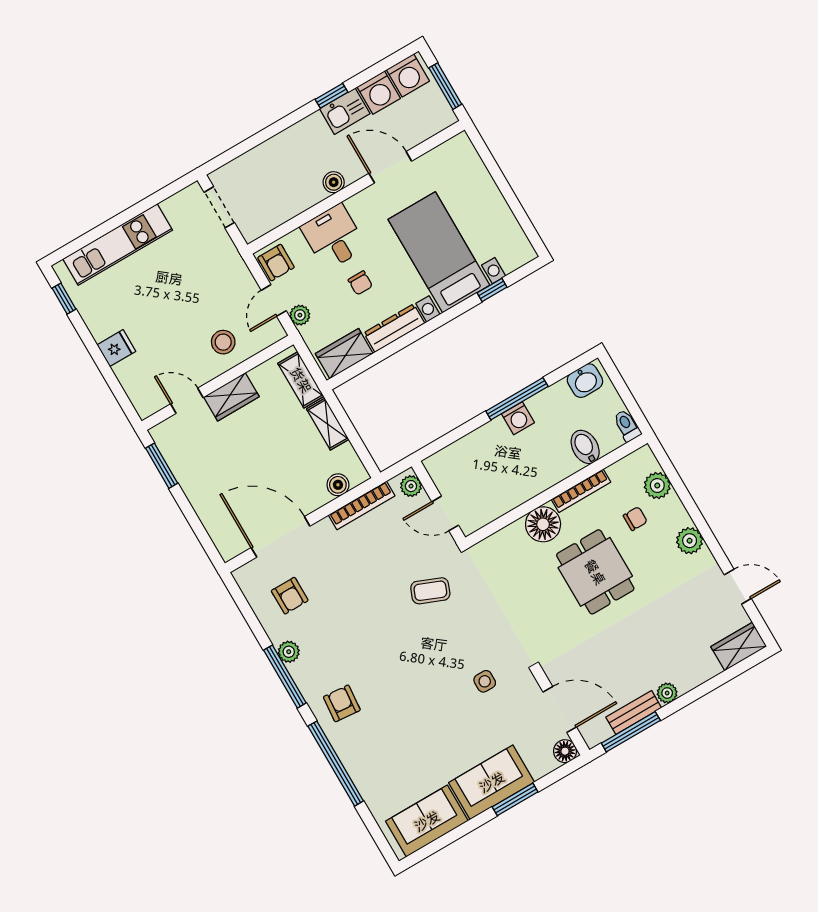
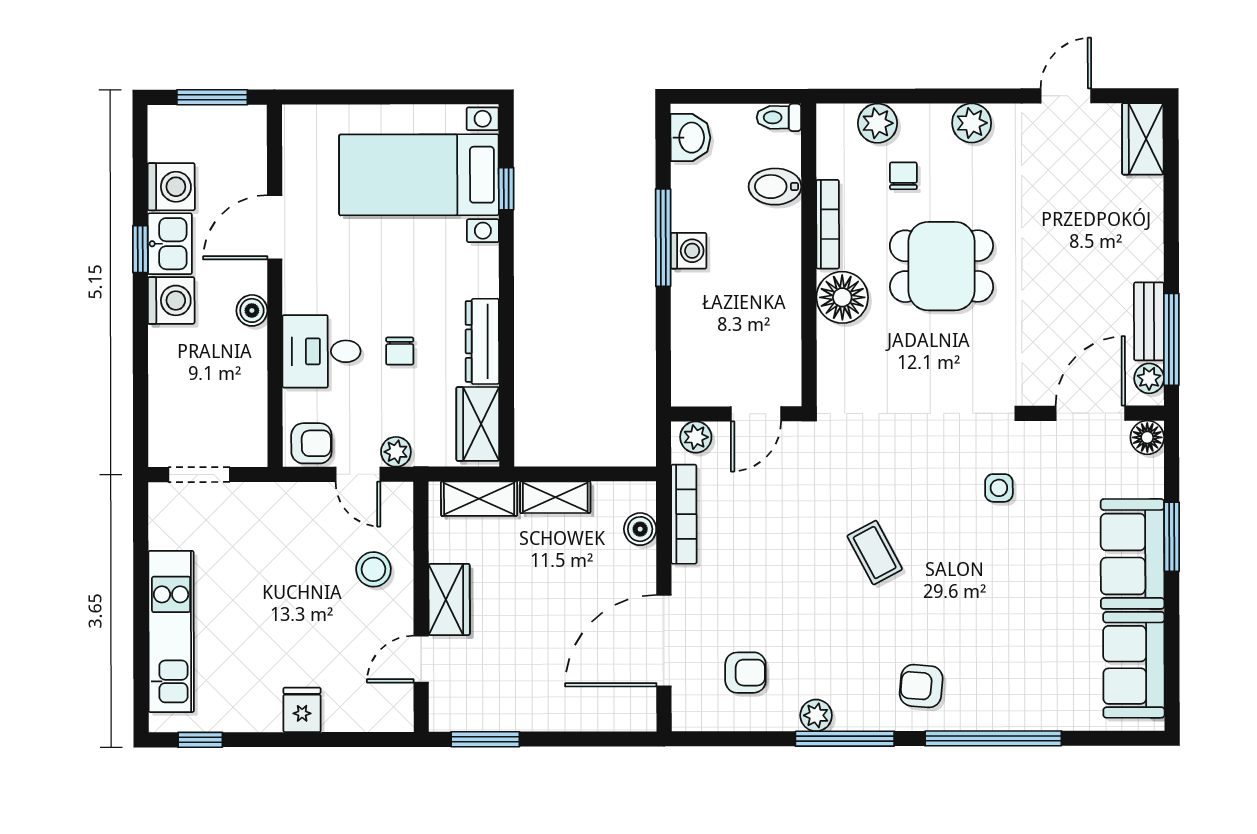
washing machine: (408, 75) -> (171, 300), moved
bed with nightstands: (439, 252) -> (419, 175), moved
chair: (360, 283) -> (400, 351), turned 90
coffee table: (430, 591) -> (875, 553), moved, turned -50
plant: (667, 693) -> (1149, 378), moved

